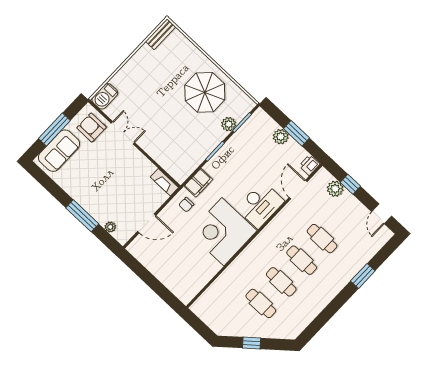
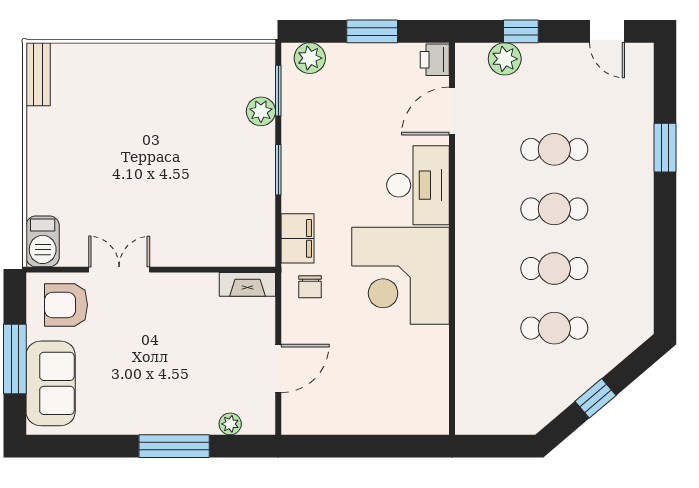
parasol: (205, 92) -> (182, 98), removed
plant: (281, 137) -> (310, 58), moved
door: (298, 190) -> (452, 111), hinge flipped

